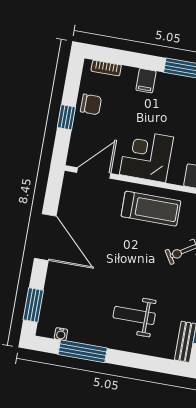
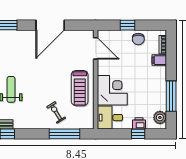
filing cabinet: (146, 81) -> (159, 60), moved
corner desk: (146, 156) -> (112, 90), moved

